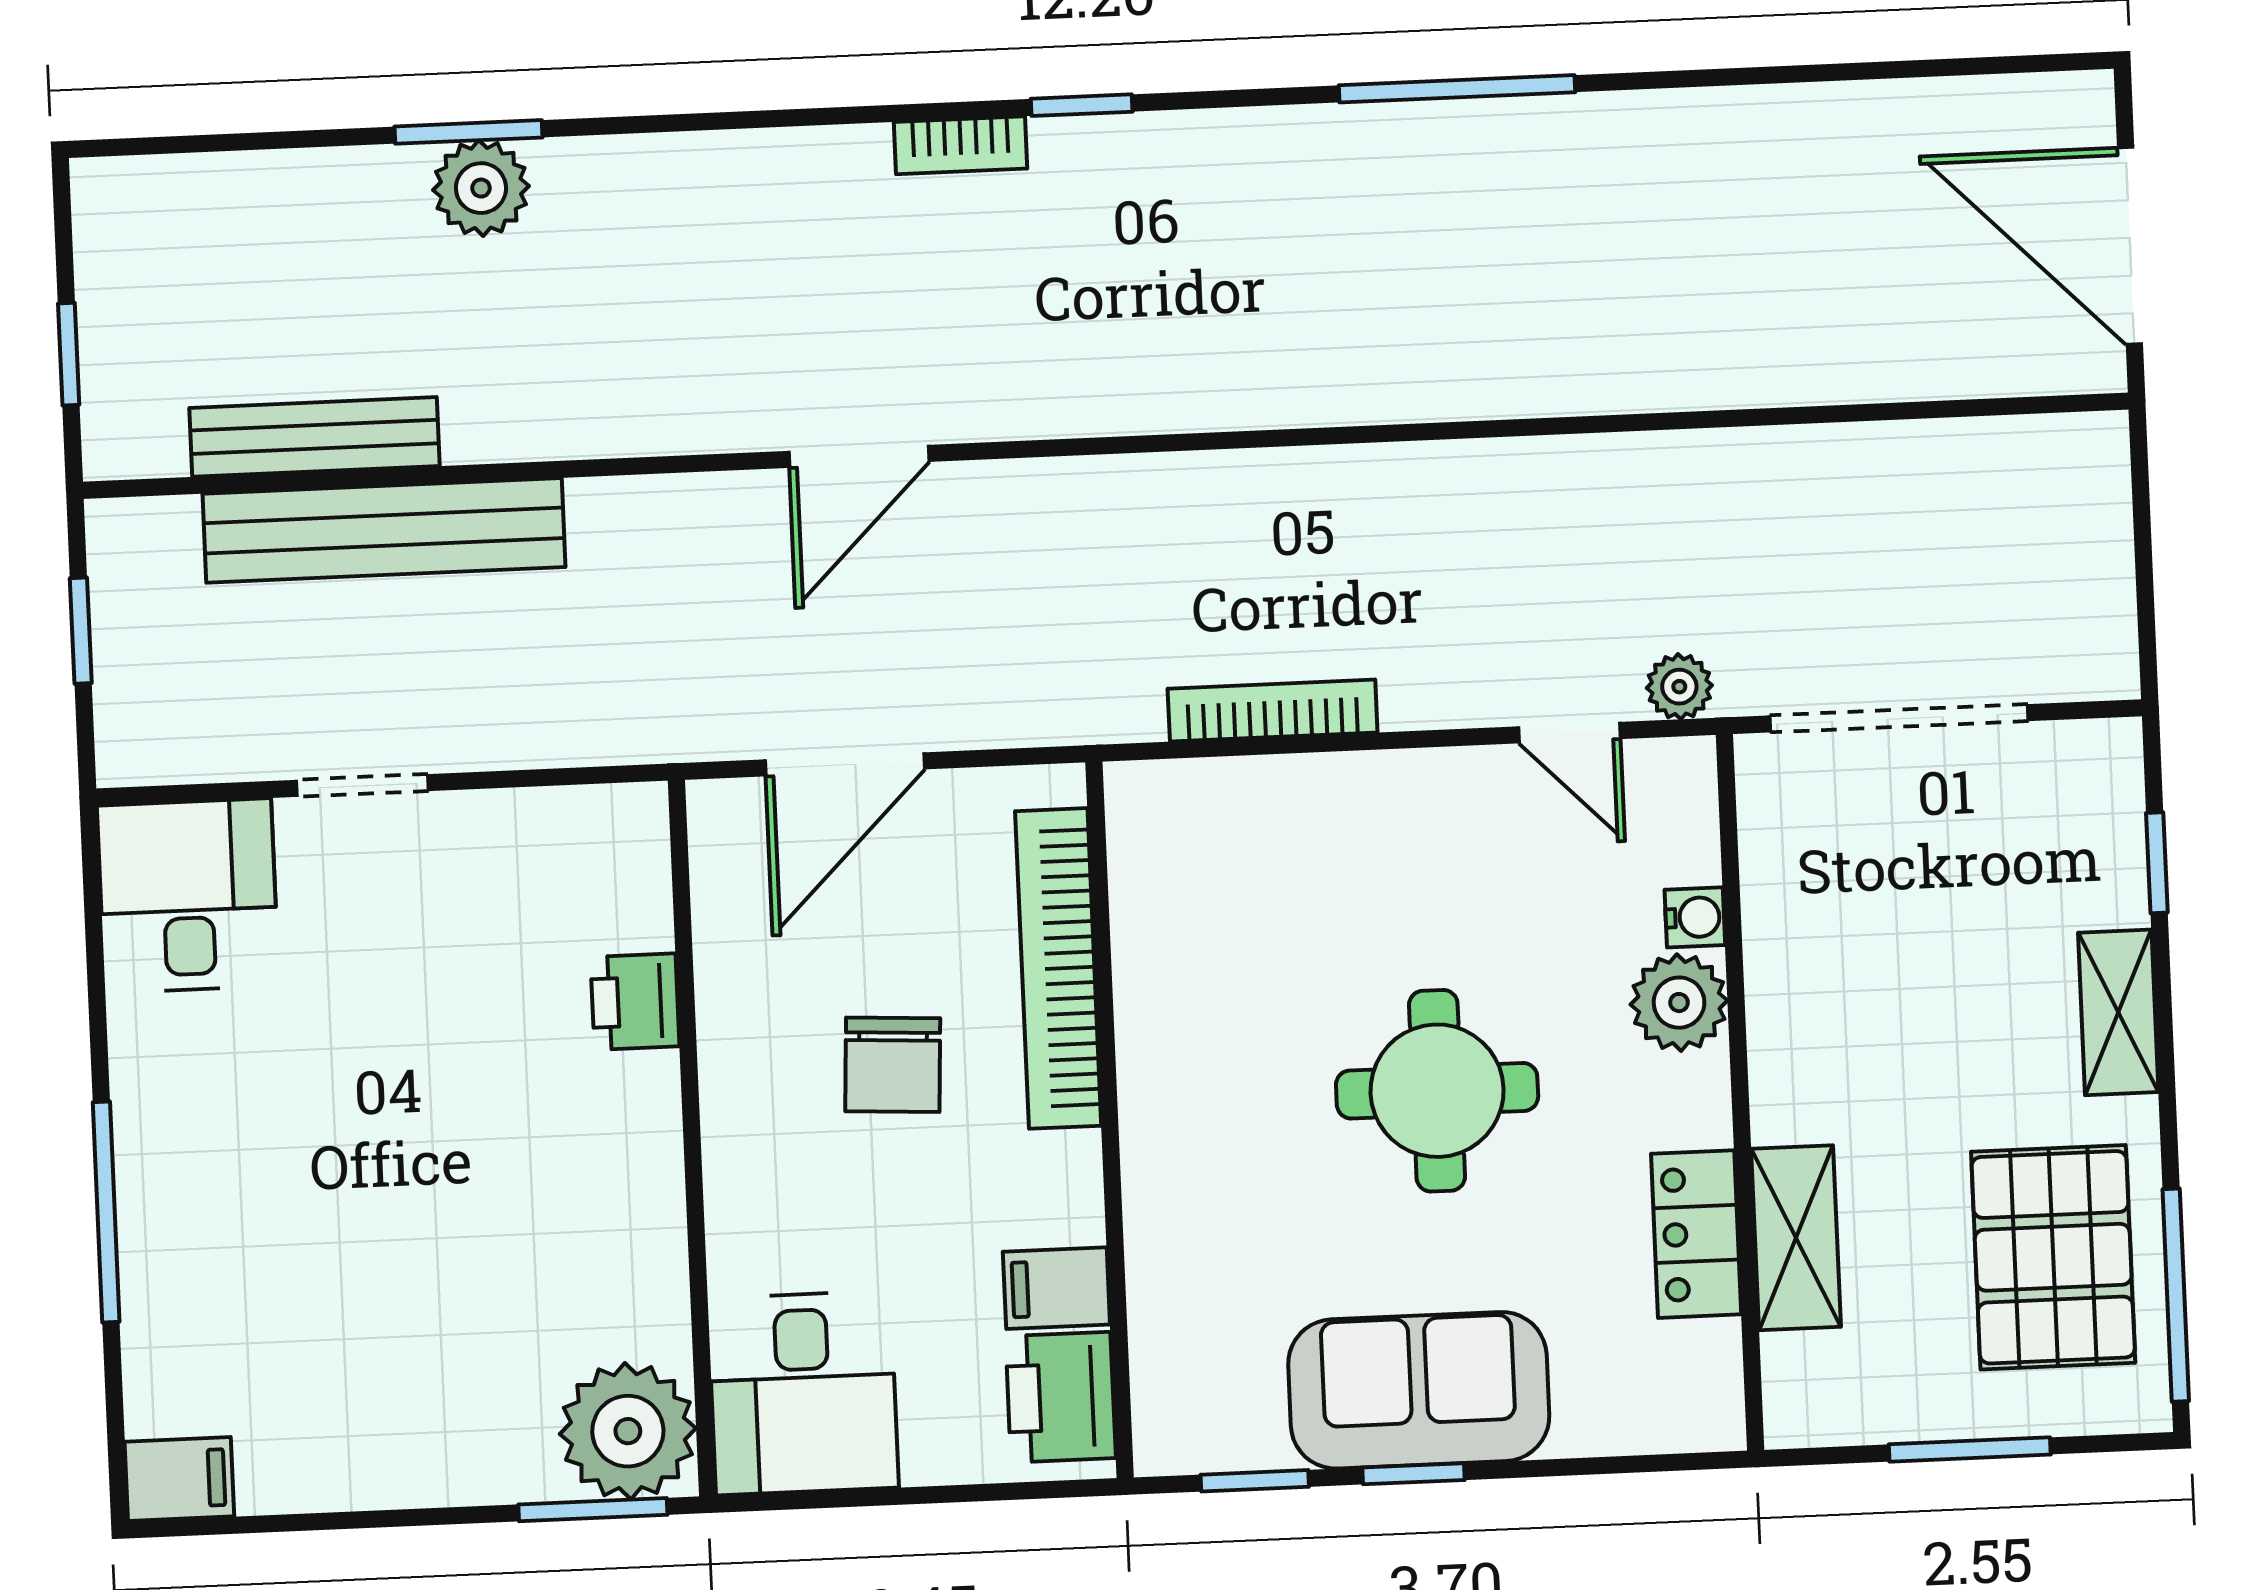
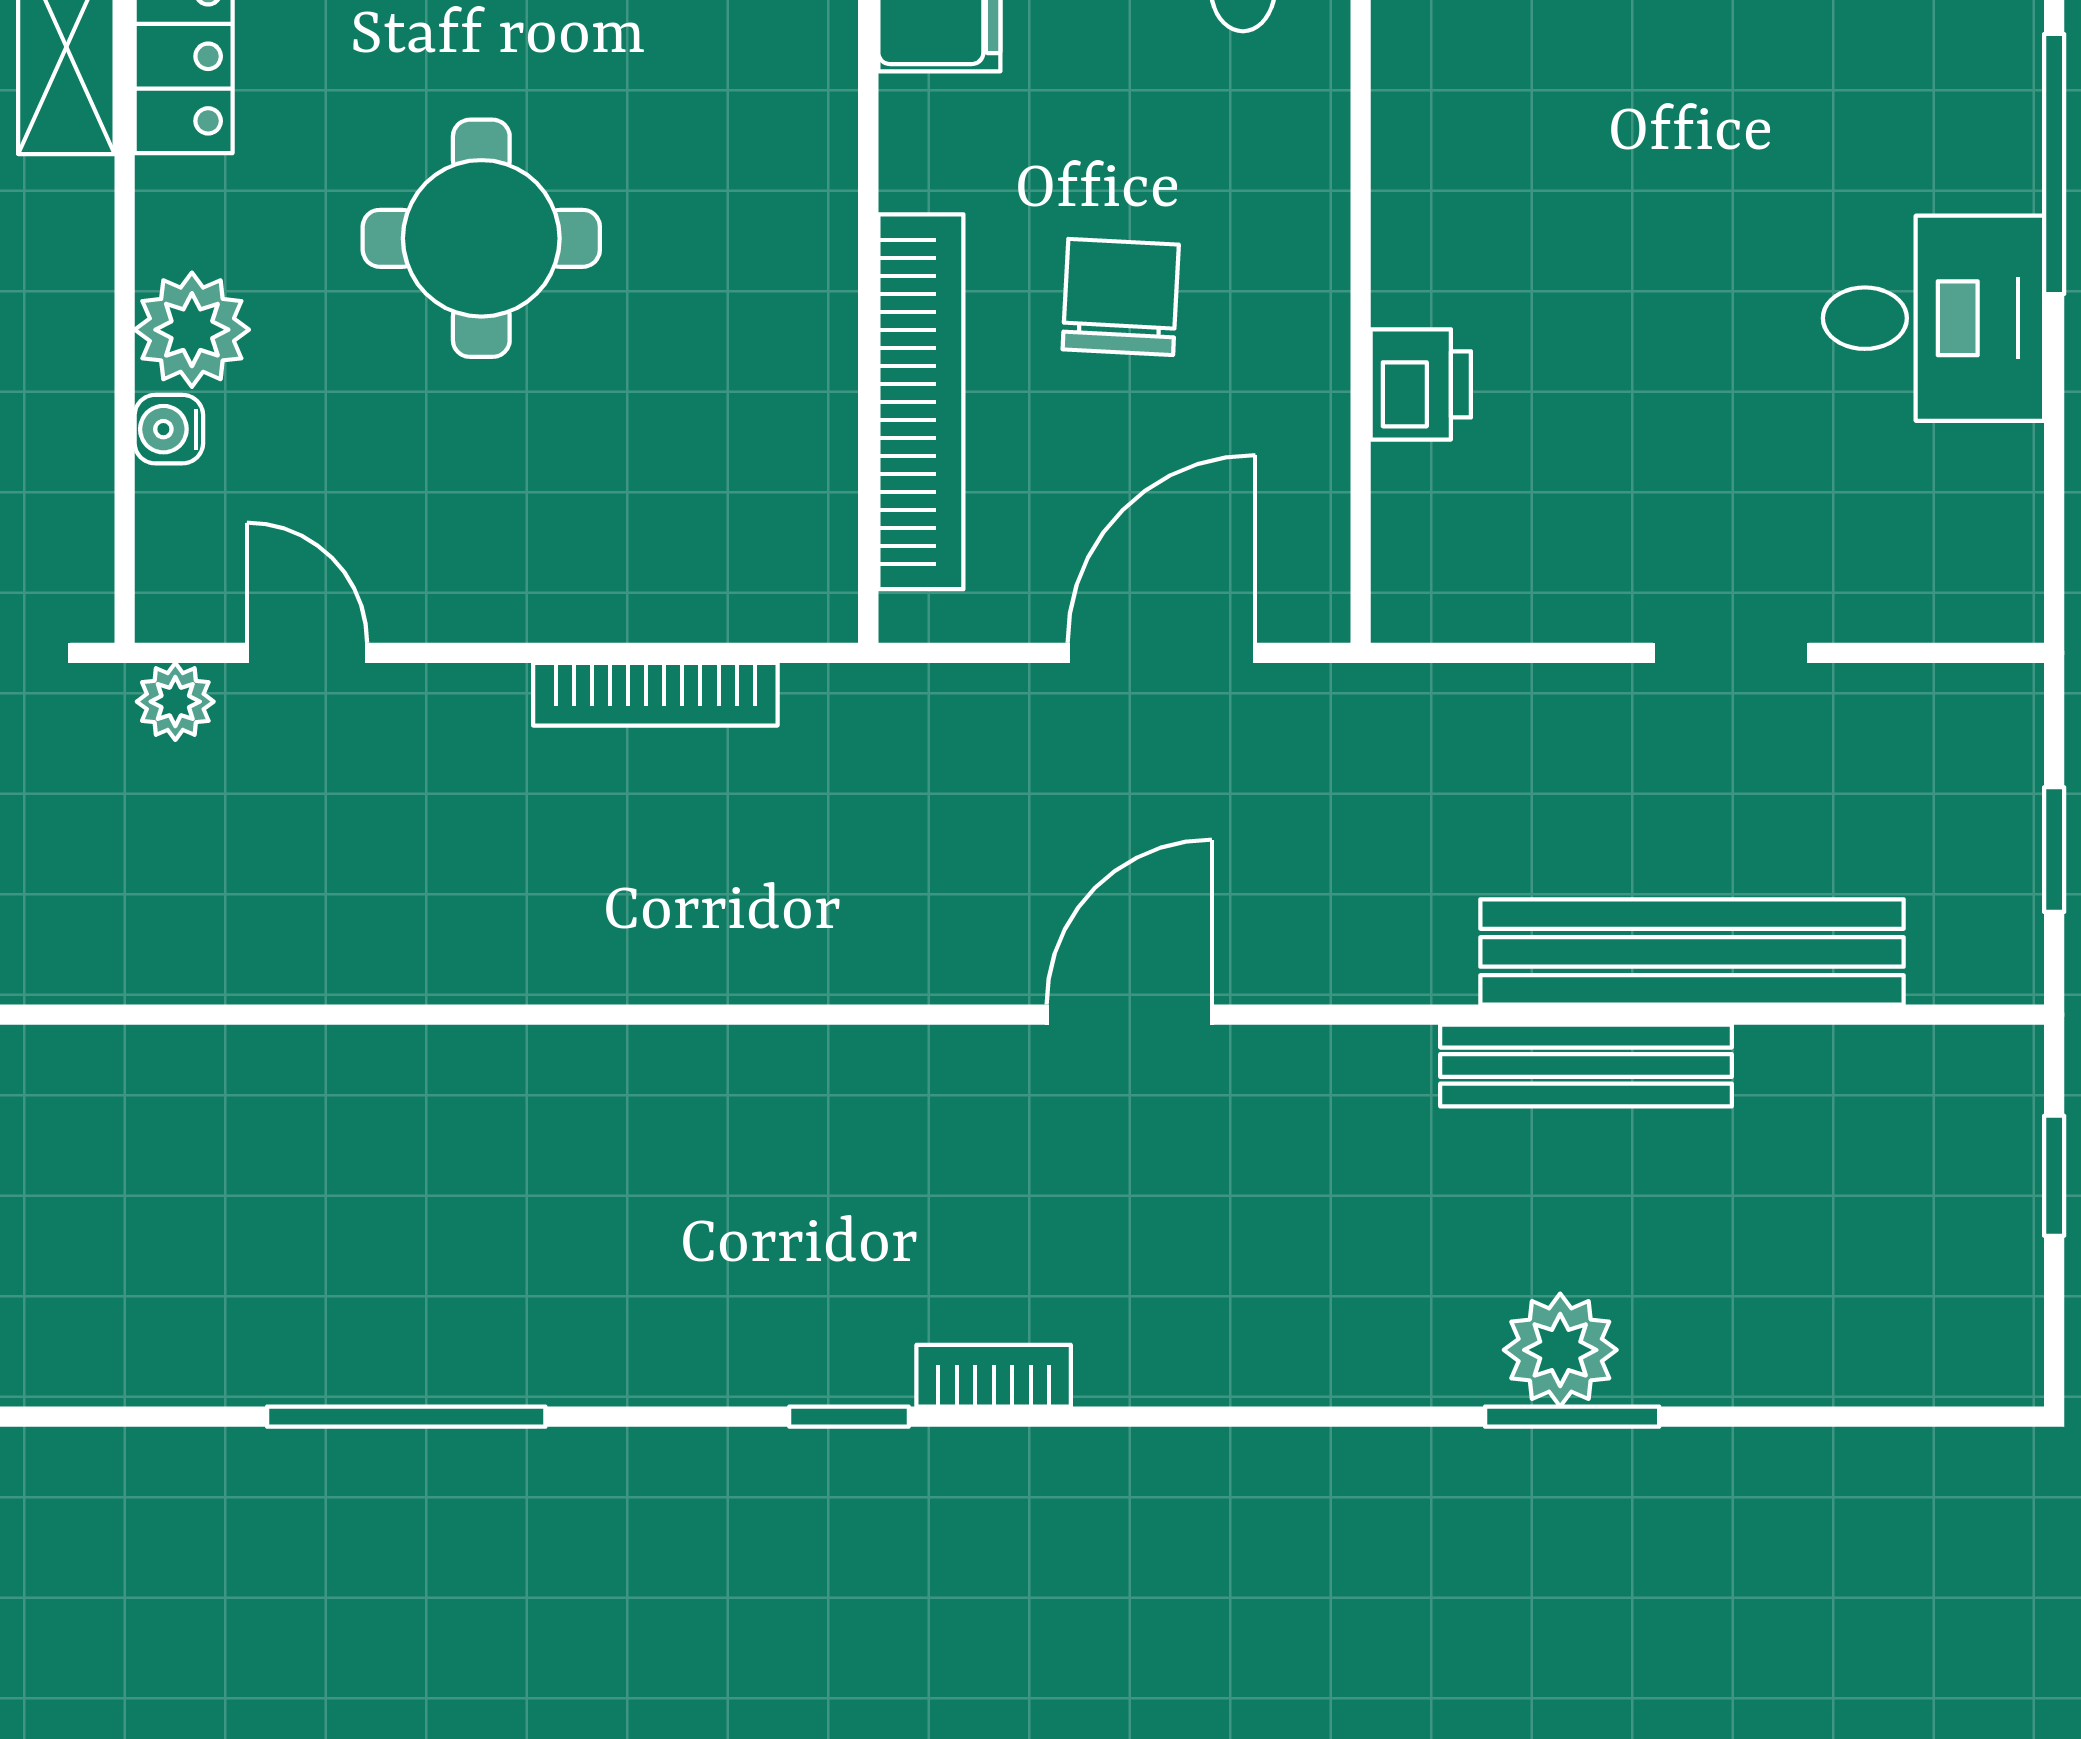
bench: (314, 437) -> (1586, 1066), moved
desk: (188, 896) -> (1933, 318), moved, turned -90

